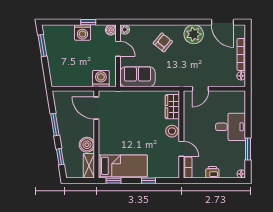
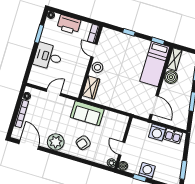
sofa: (137, 77) -> (87, 113), moved
washing machine: (101, 79) -> (157, 132), moved
kitchen sink: (65, 80) -> (173, 136), added
door: (200, 89) -> (54, 92), moved
bed: (123, 166) -> (155, 64), moved, turned -90
printer: (212, 172) -> (69, 24), width x1.87, depth x1.48

